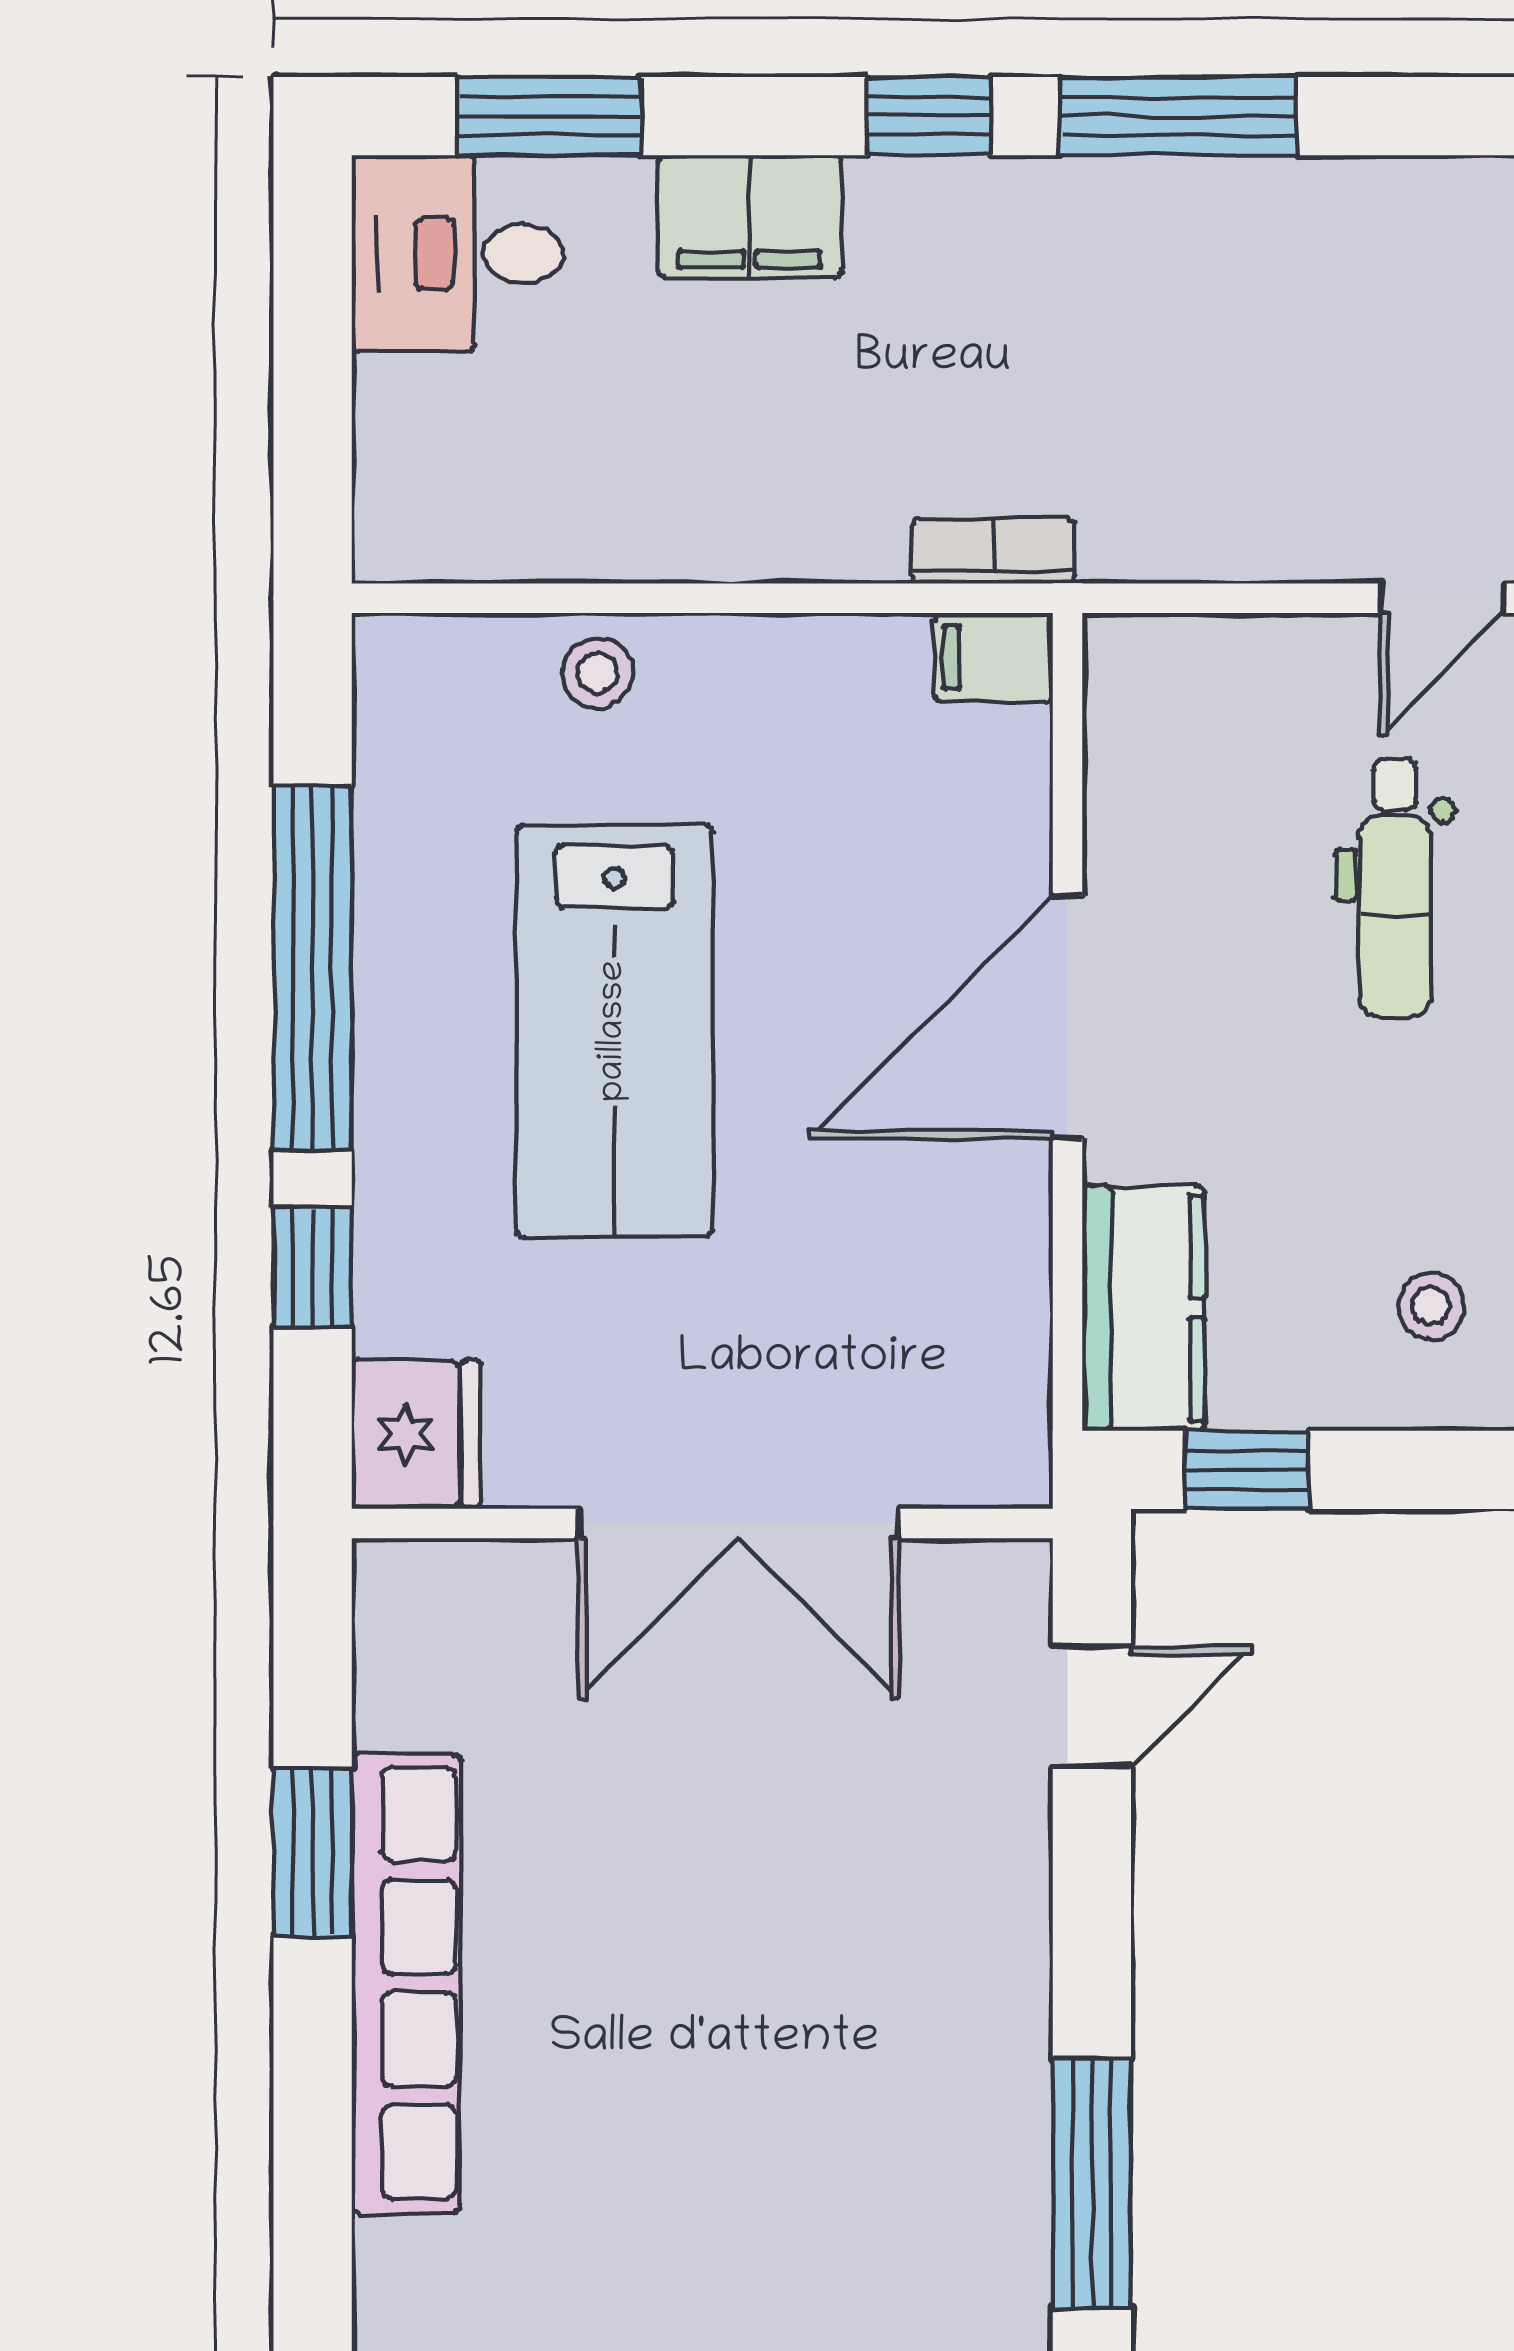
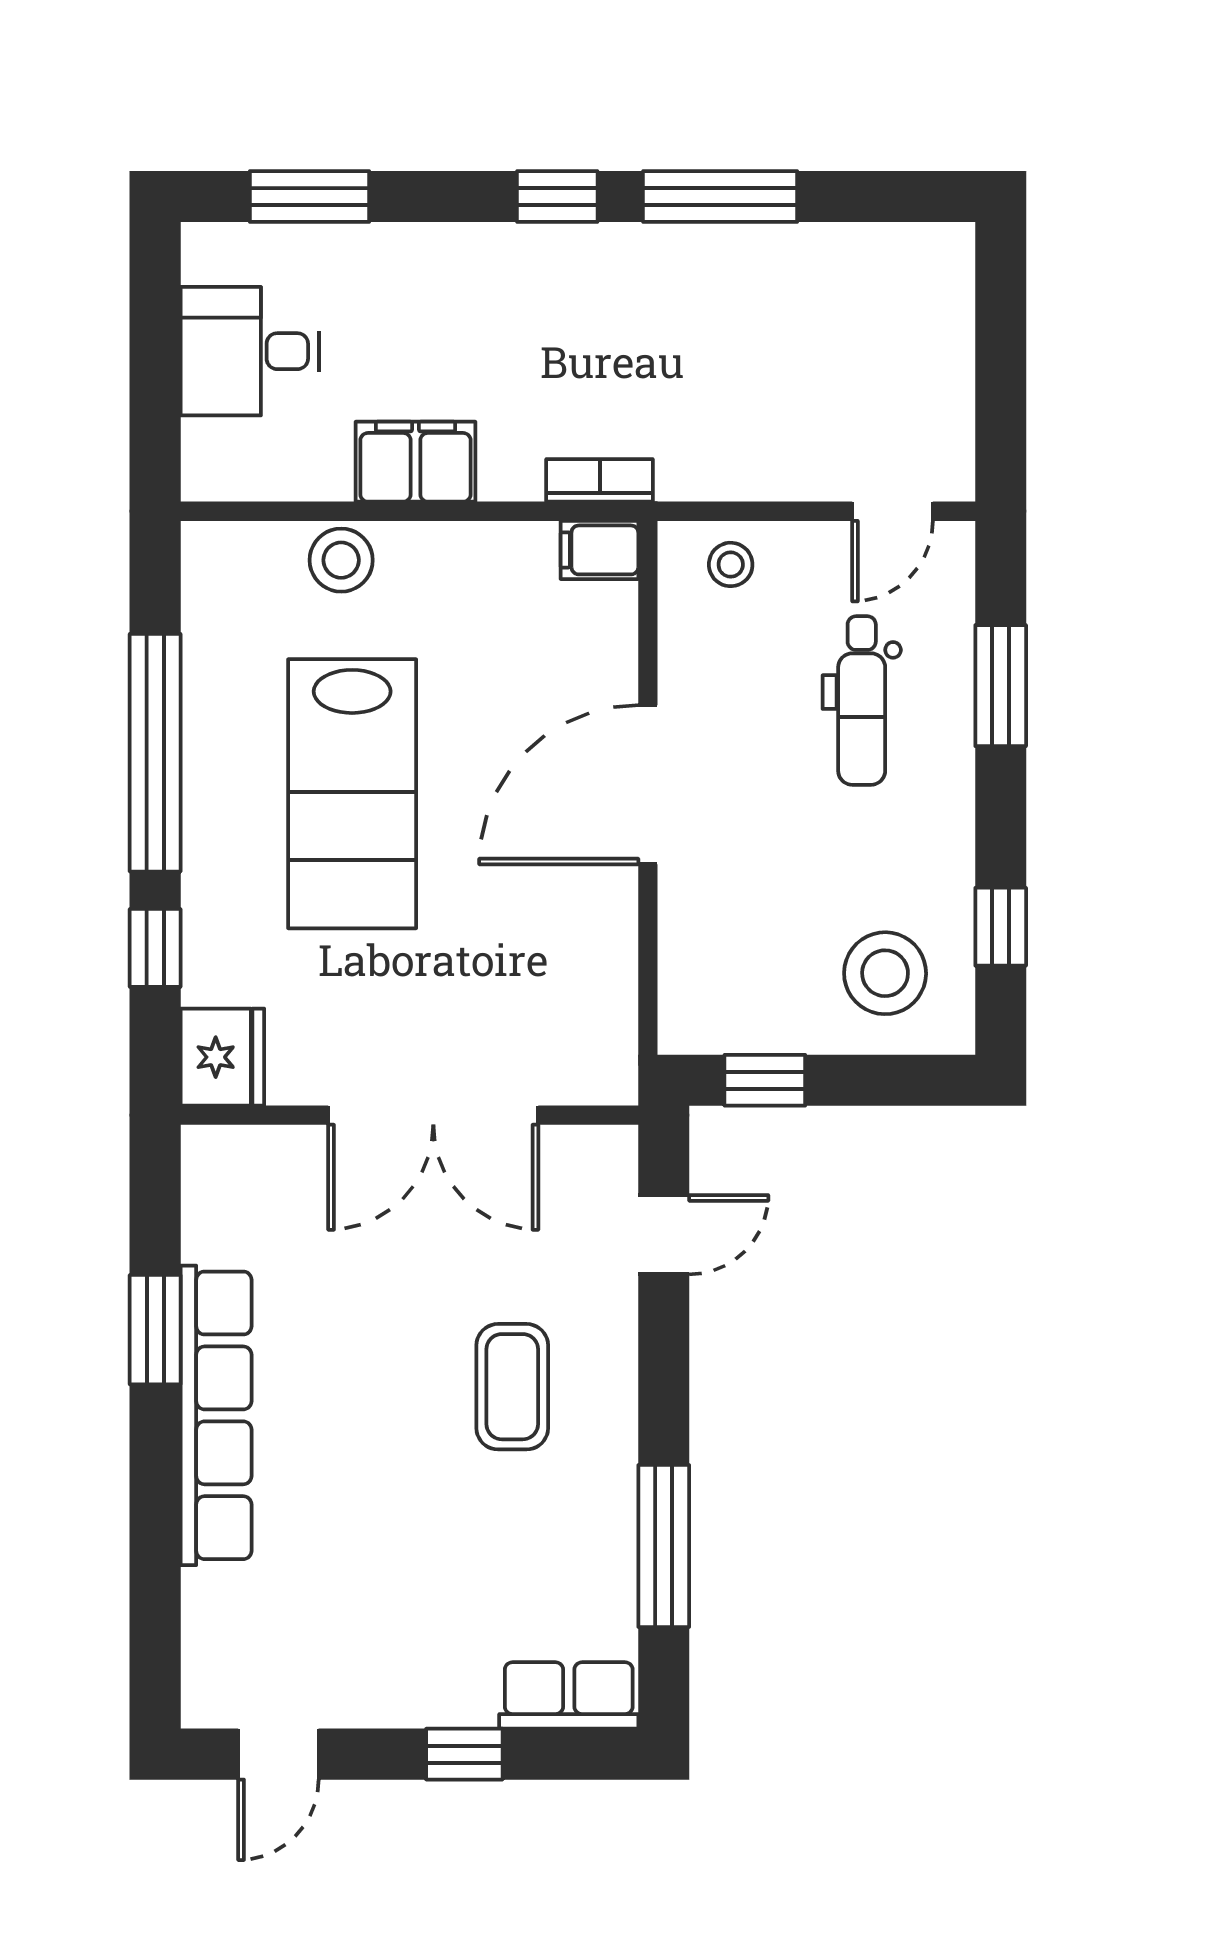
filing cabinet: (750, 216) -> (416, 462), moved, turned 180
desk: (458, 254) -> (250, 351), moved
stool: (598, 673) -> (341, 560), width x1.37, depth x1.37
stool: (1194, 680) -> (731, 564), added
stool: (1431, 1306) -> (885, 973), width x1.89, depth x1.89
kitchen counter: (1143, 1308) -> (697, 975), removed
coffee table: (860, 1939) -> (512, 1387), added

